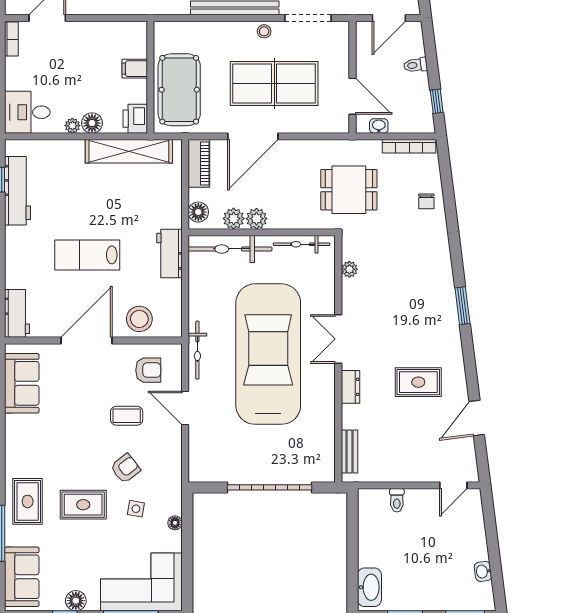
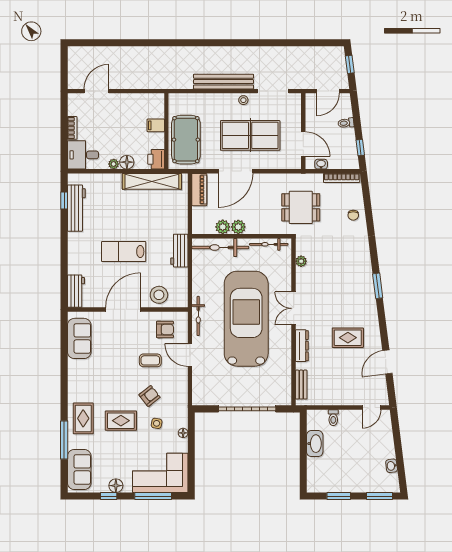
bookcase: (11, 39) -> (72, 128), moved
floor lamp: (198, 212) -> (199, 222), removed
dresser: (350, 387) -> (302, 346), width x1.44
washbasin: (369, 587) -> (315, 444), moved

